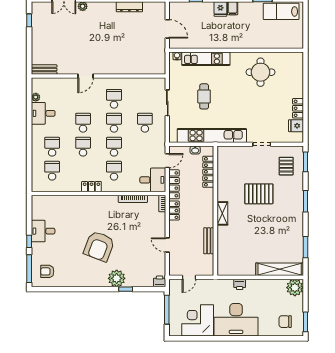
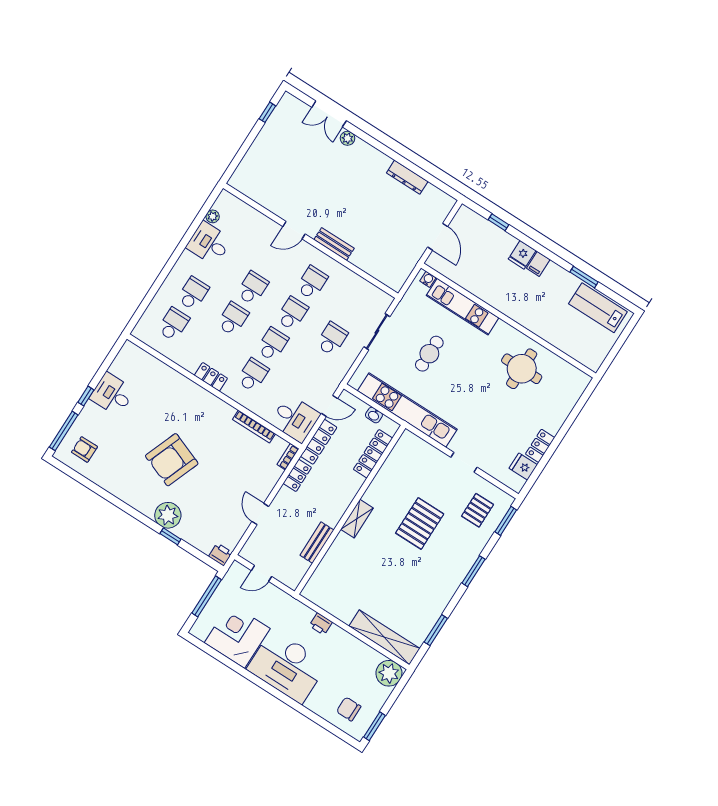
bench: (44, 69) -> (334, 244), moved
pallet: (259, 194) -> (420, 523), turned 90

